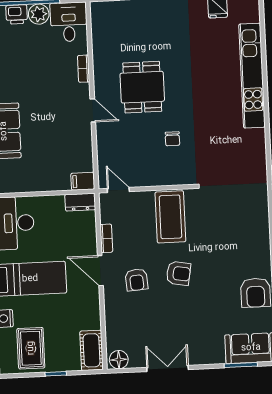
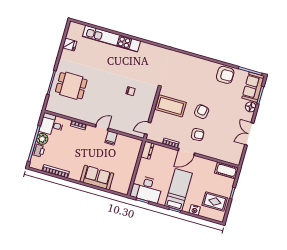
dining table: (142, 87) -> (71, 86), moved
filing cabinet: (83, 181) -> (111, 138), moved
floor lamp: (119, 360) -> (251, 107), moved

